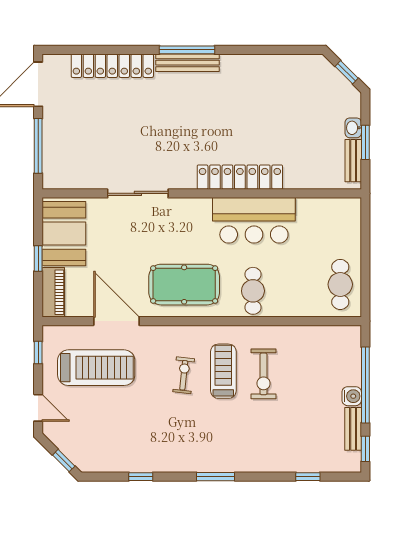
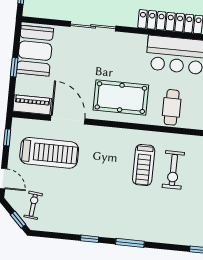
piano: (53, 292) -> (32, 105), moved, turned -90
treadmill: (223, 371) -> (144, 165), turned 180
exercise bike: (184, 375) -> (33, 205), moved
window: (141, 477) -> (90, 239), moved

